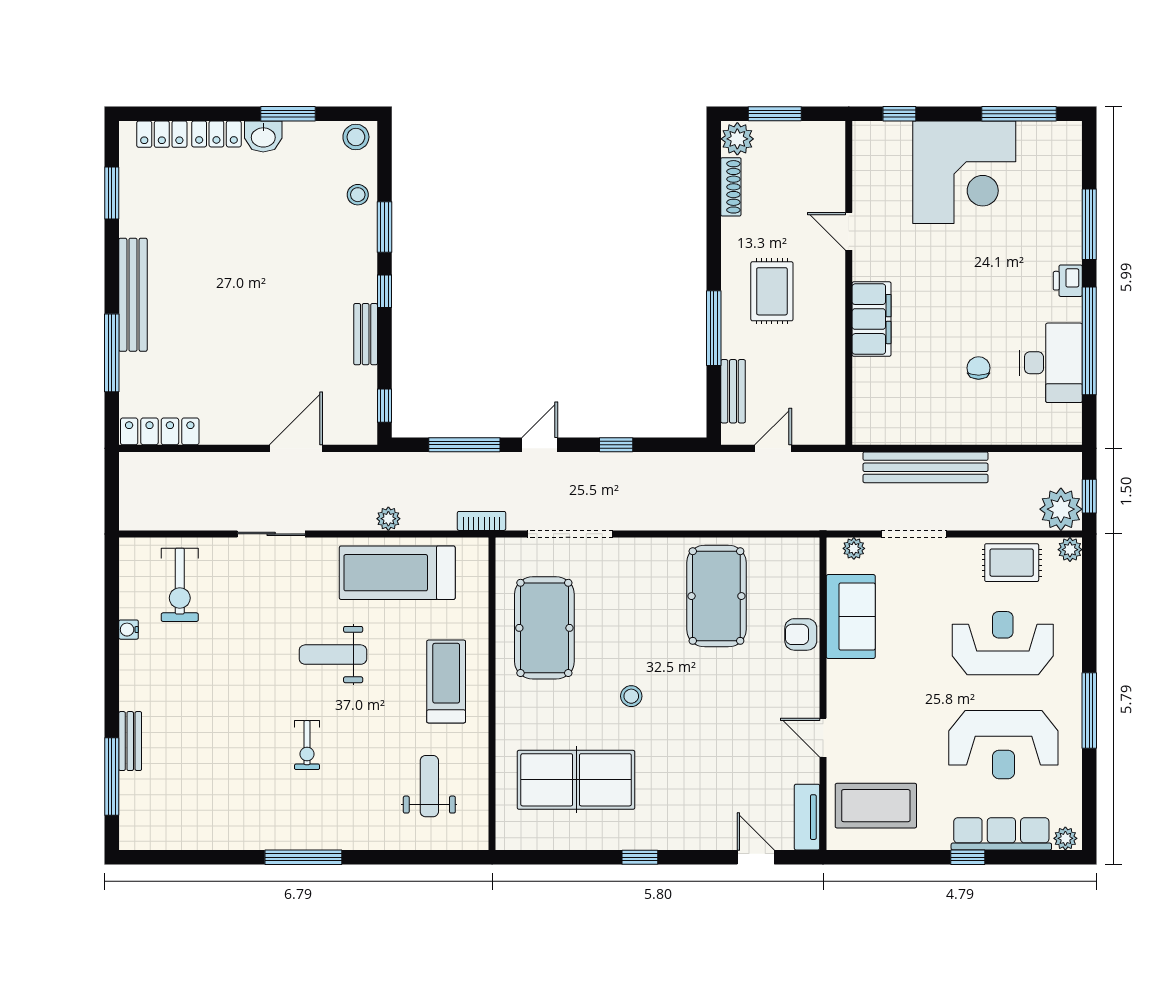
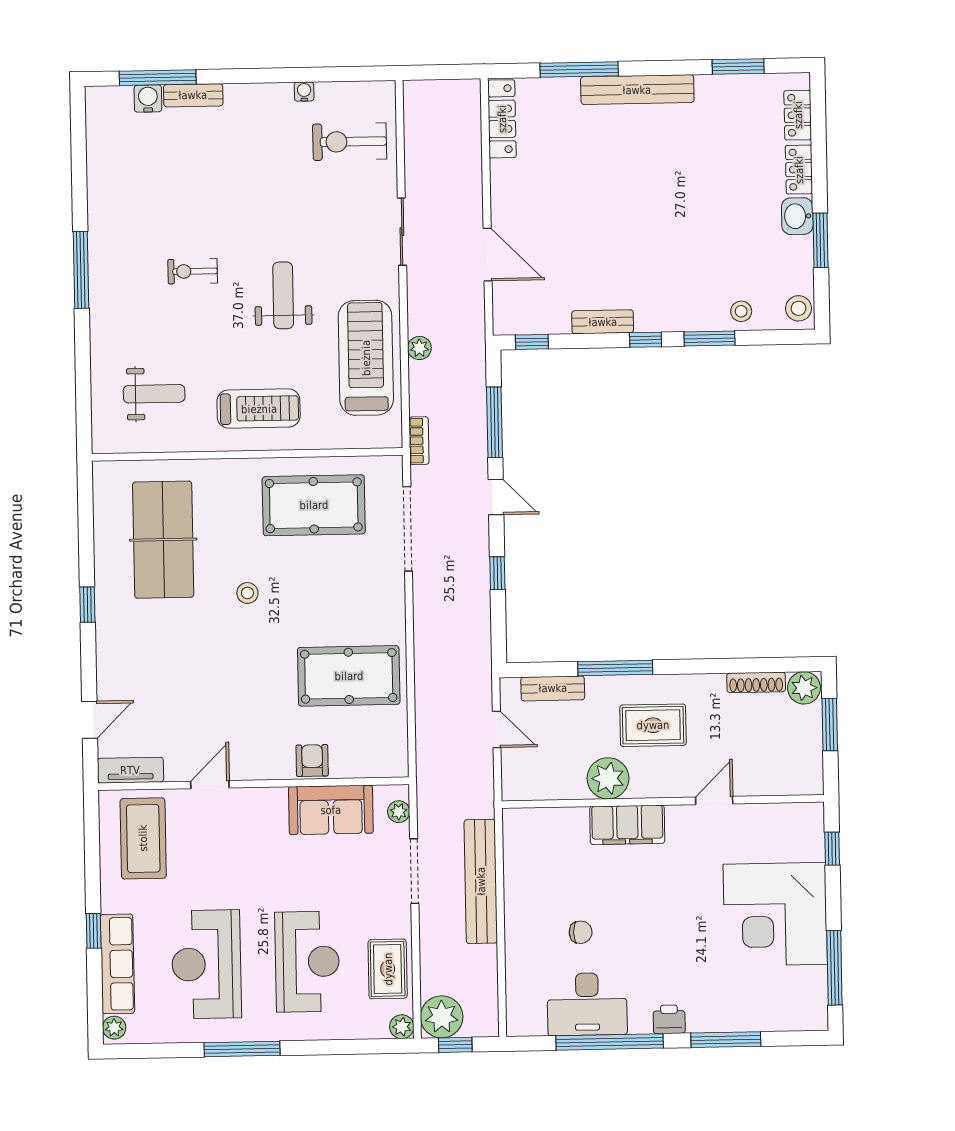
plant: (824, 337) -> (608, 778), added
water cooler: (133, 787) -> (148, 98), added

